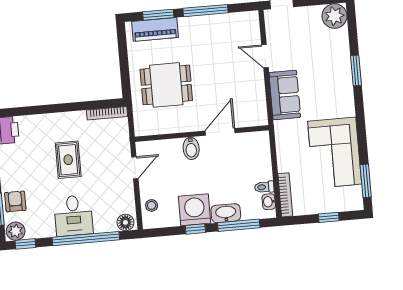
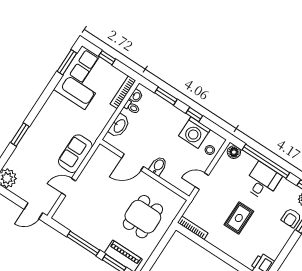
door: (265, 56) -> (69, 187), swing flipped
dining table: (166, 85) -> (143, 217), turned 90
corner sofa: (335, 153) -> (83, 78), moved
washing machine: (195, 210) -> (195, 133), moved
washbasin: (226, 213) -> (119, 126), moved, turned -90
window: (239, 225) -> (166, 96), width x0.69

